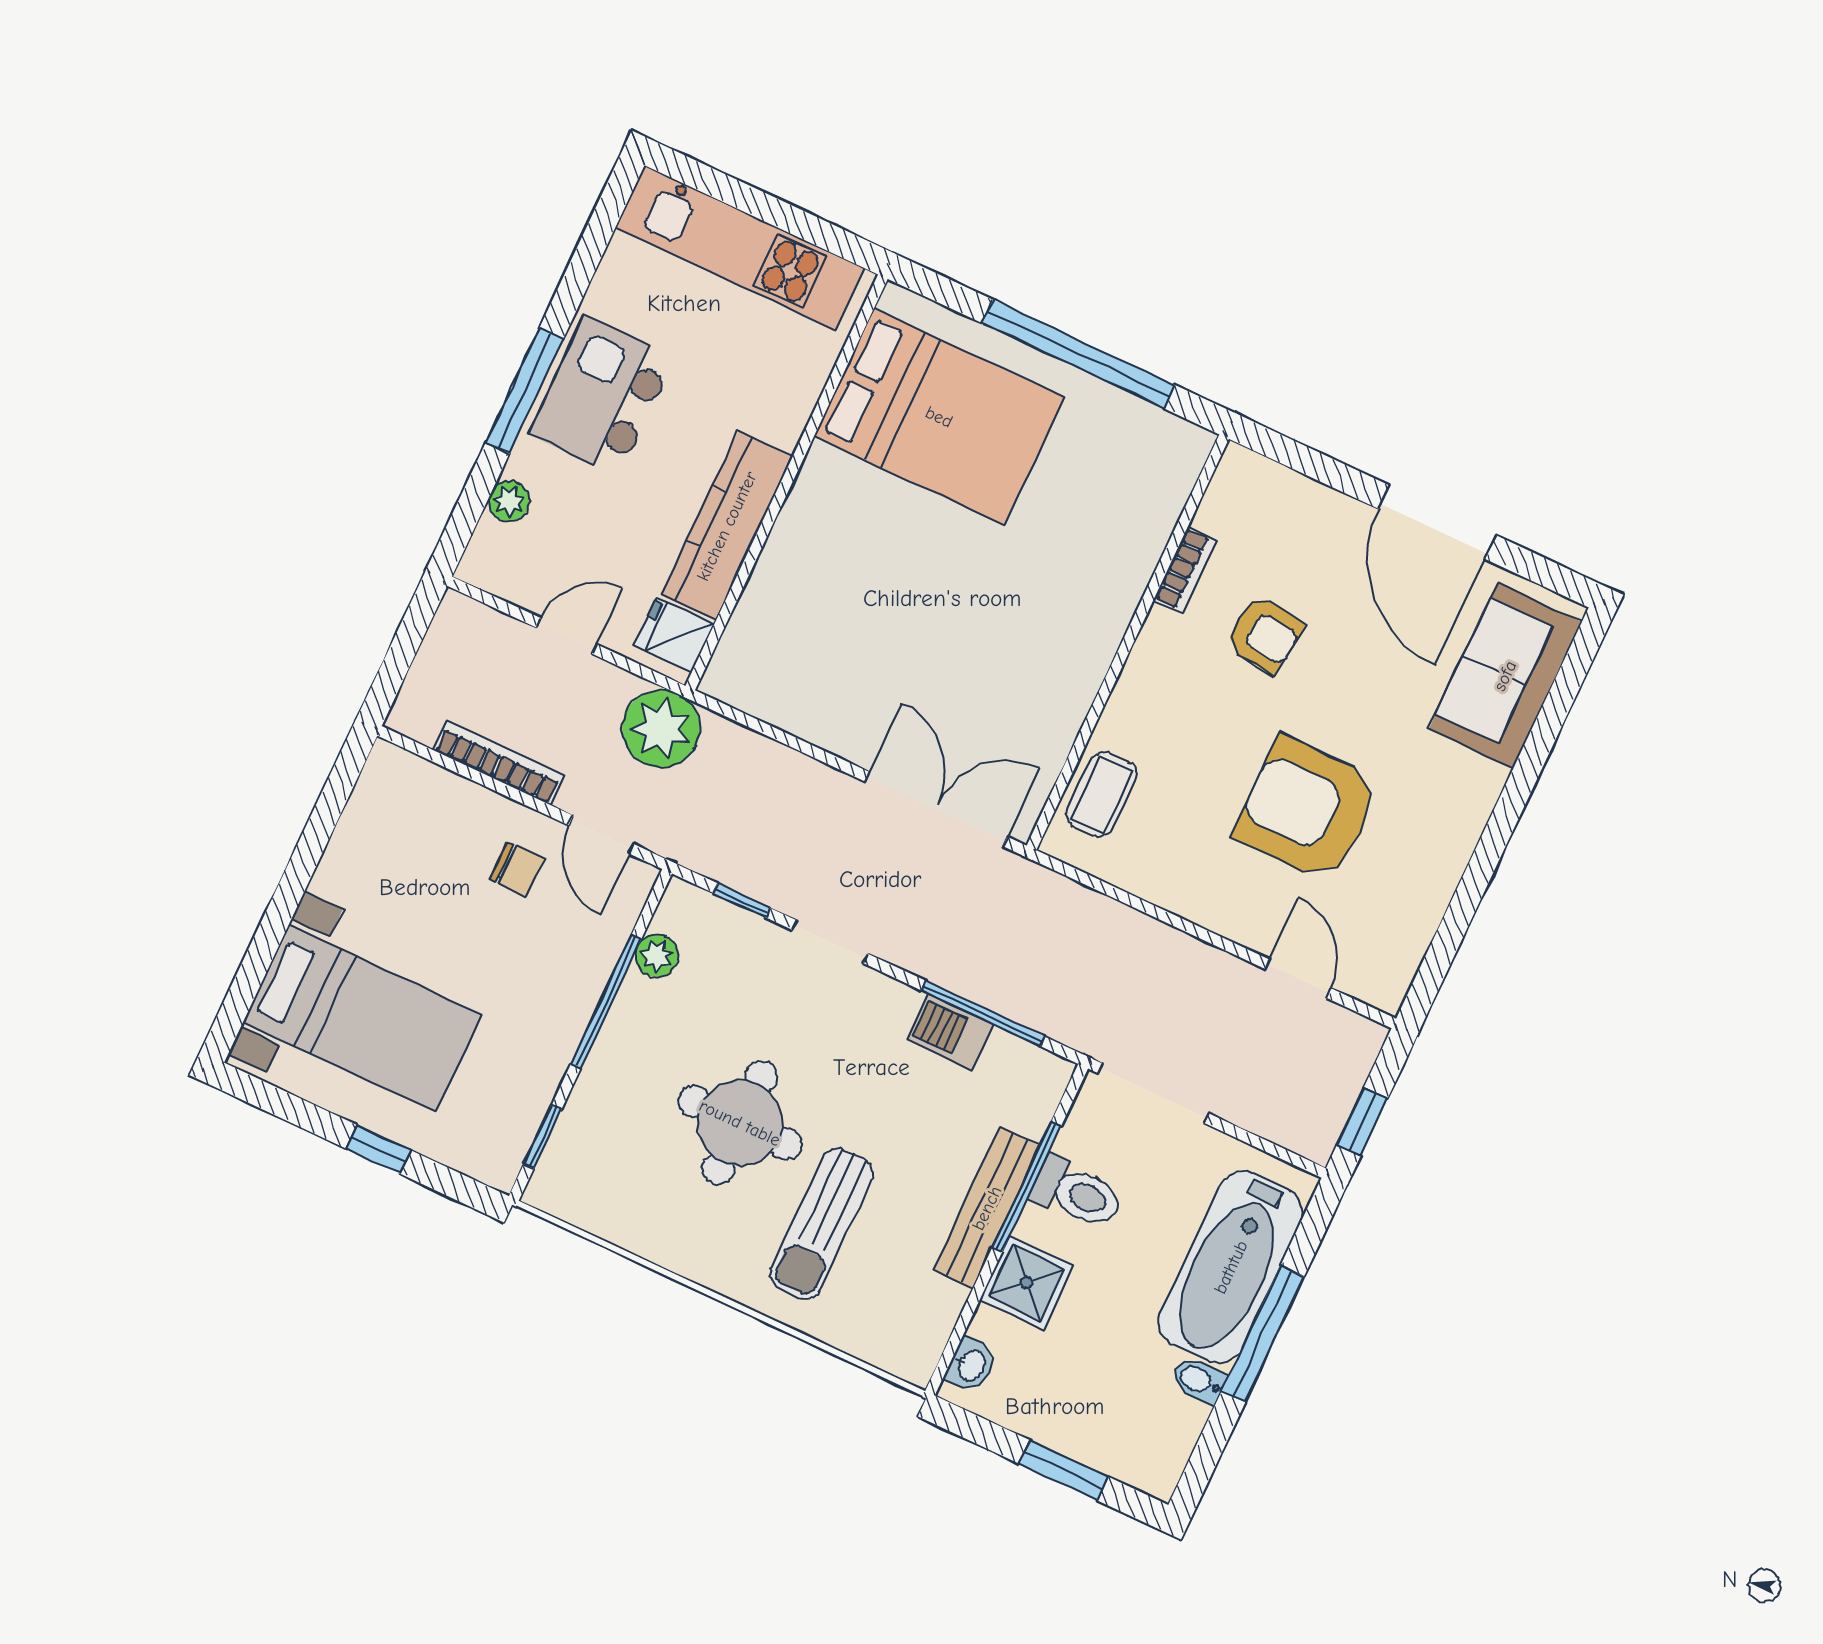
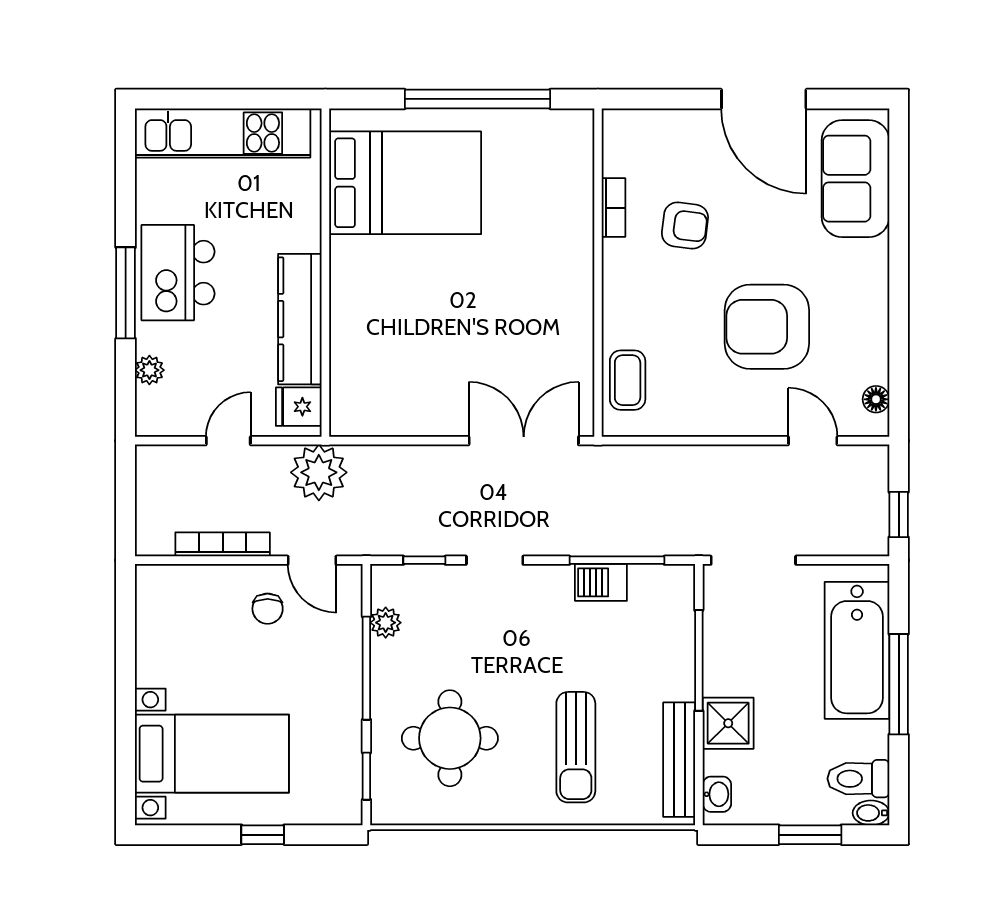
chair: (517, 869) -> (268, 609), turned 90
floor lamp: (1402, 964) -> (876, 399), added
round table: (740, 1123) -> (450, 738), moved
toilet: (1077, 1193) -> (858, 779), moved, turned 180
bench: (987, 1208) -> (679, 760), moved
bidet: (1199, 1380) -> (871, 813), moved

